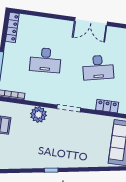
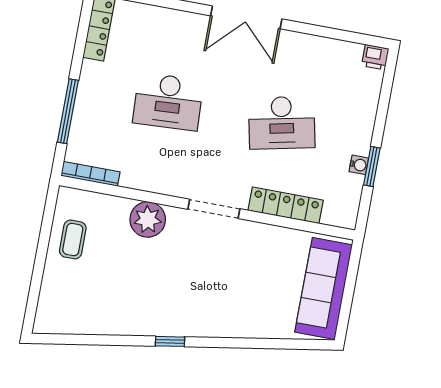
double door: (91, 21) -> (246, 17), moved
locker: (107, 106) -> (286, 205), width x1.53

